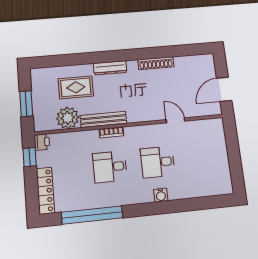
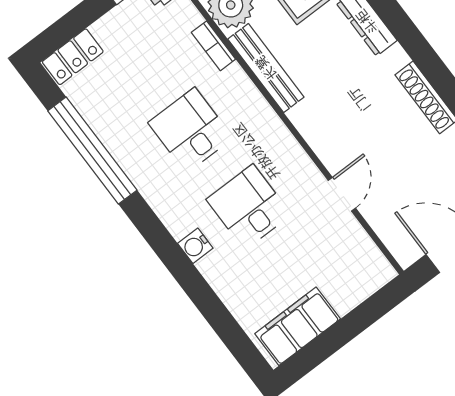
bookcase: (111, 132) -> (213, 46), moved
filing cabinet: (221, 172) -> (298, 326), added
locker: (45, 191) -> (73, 57), width x0.66

